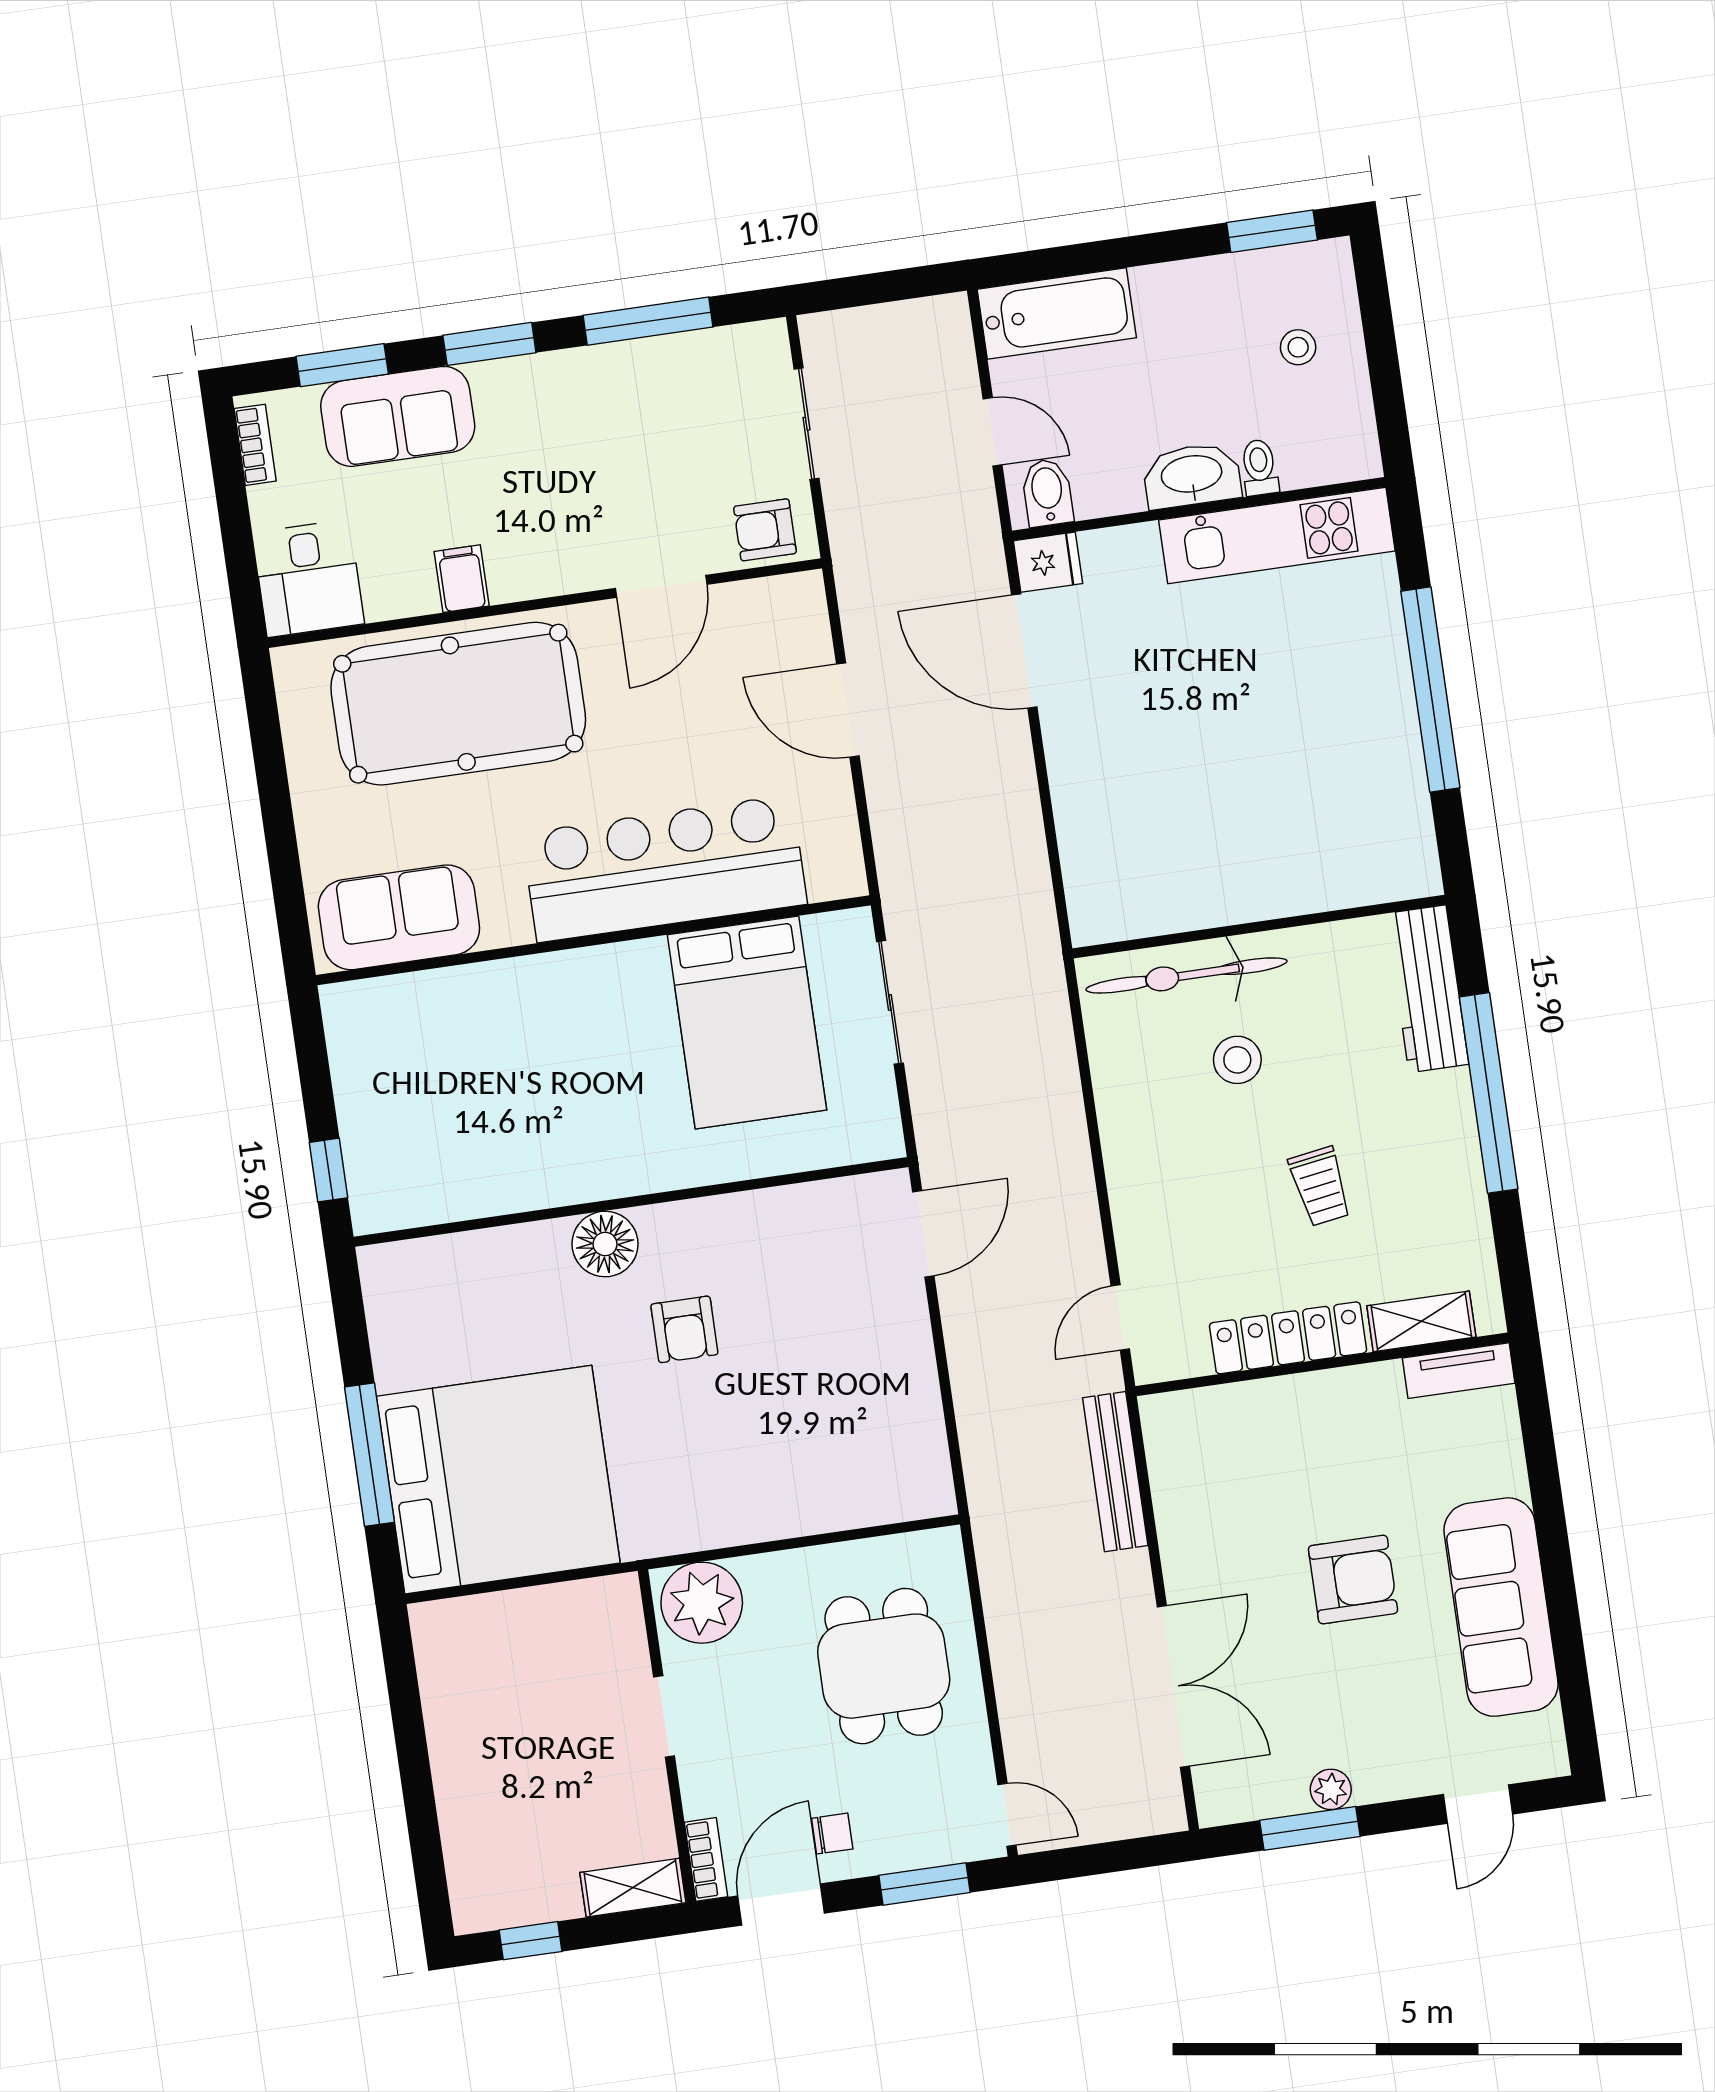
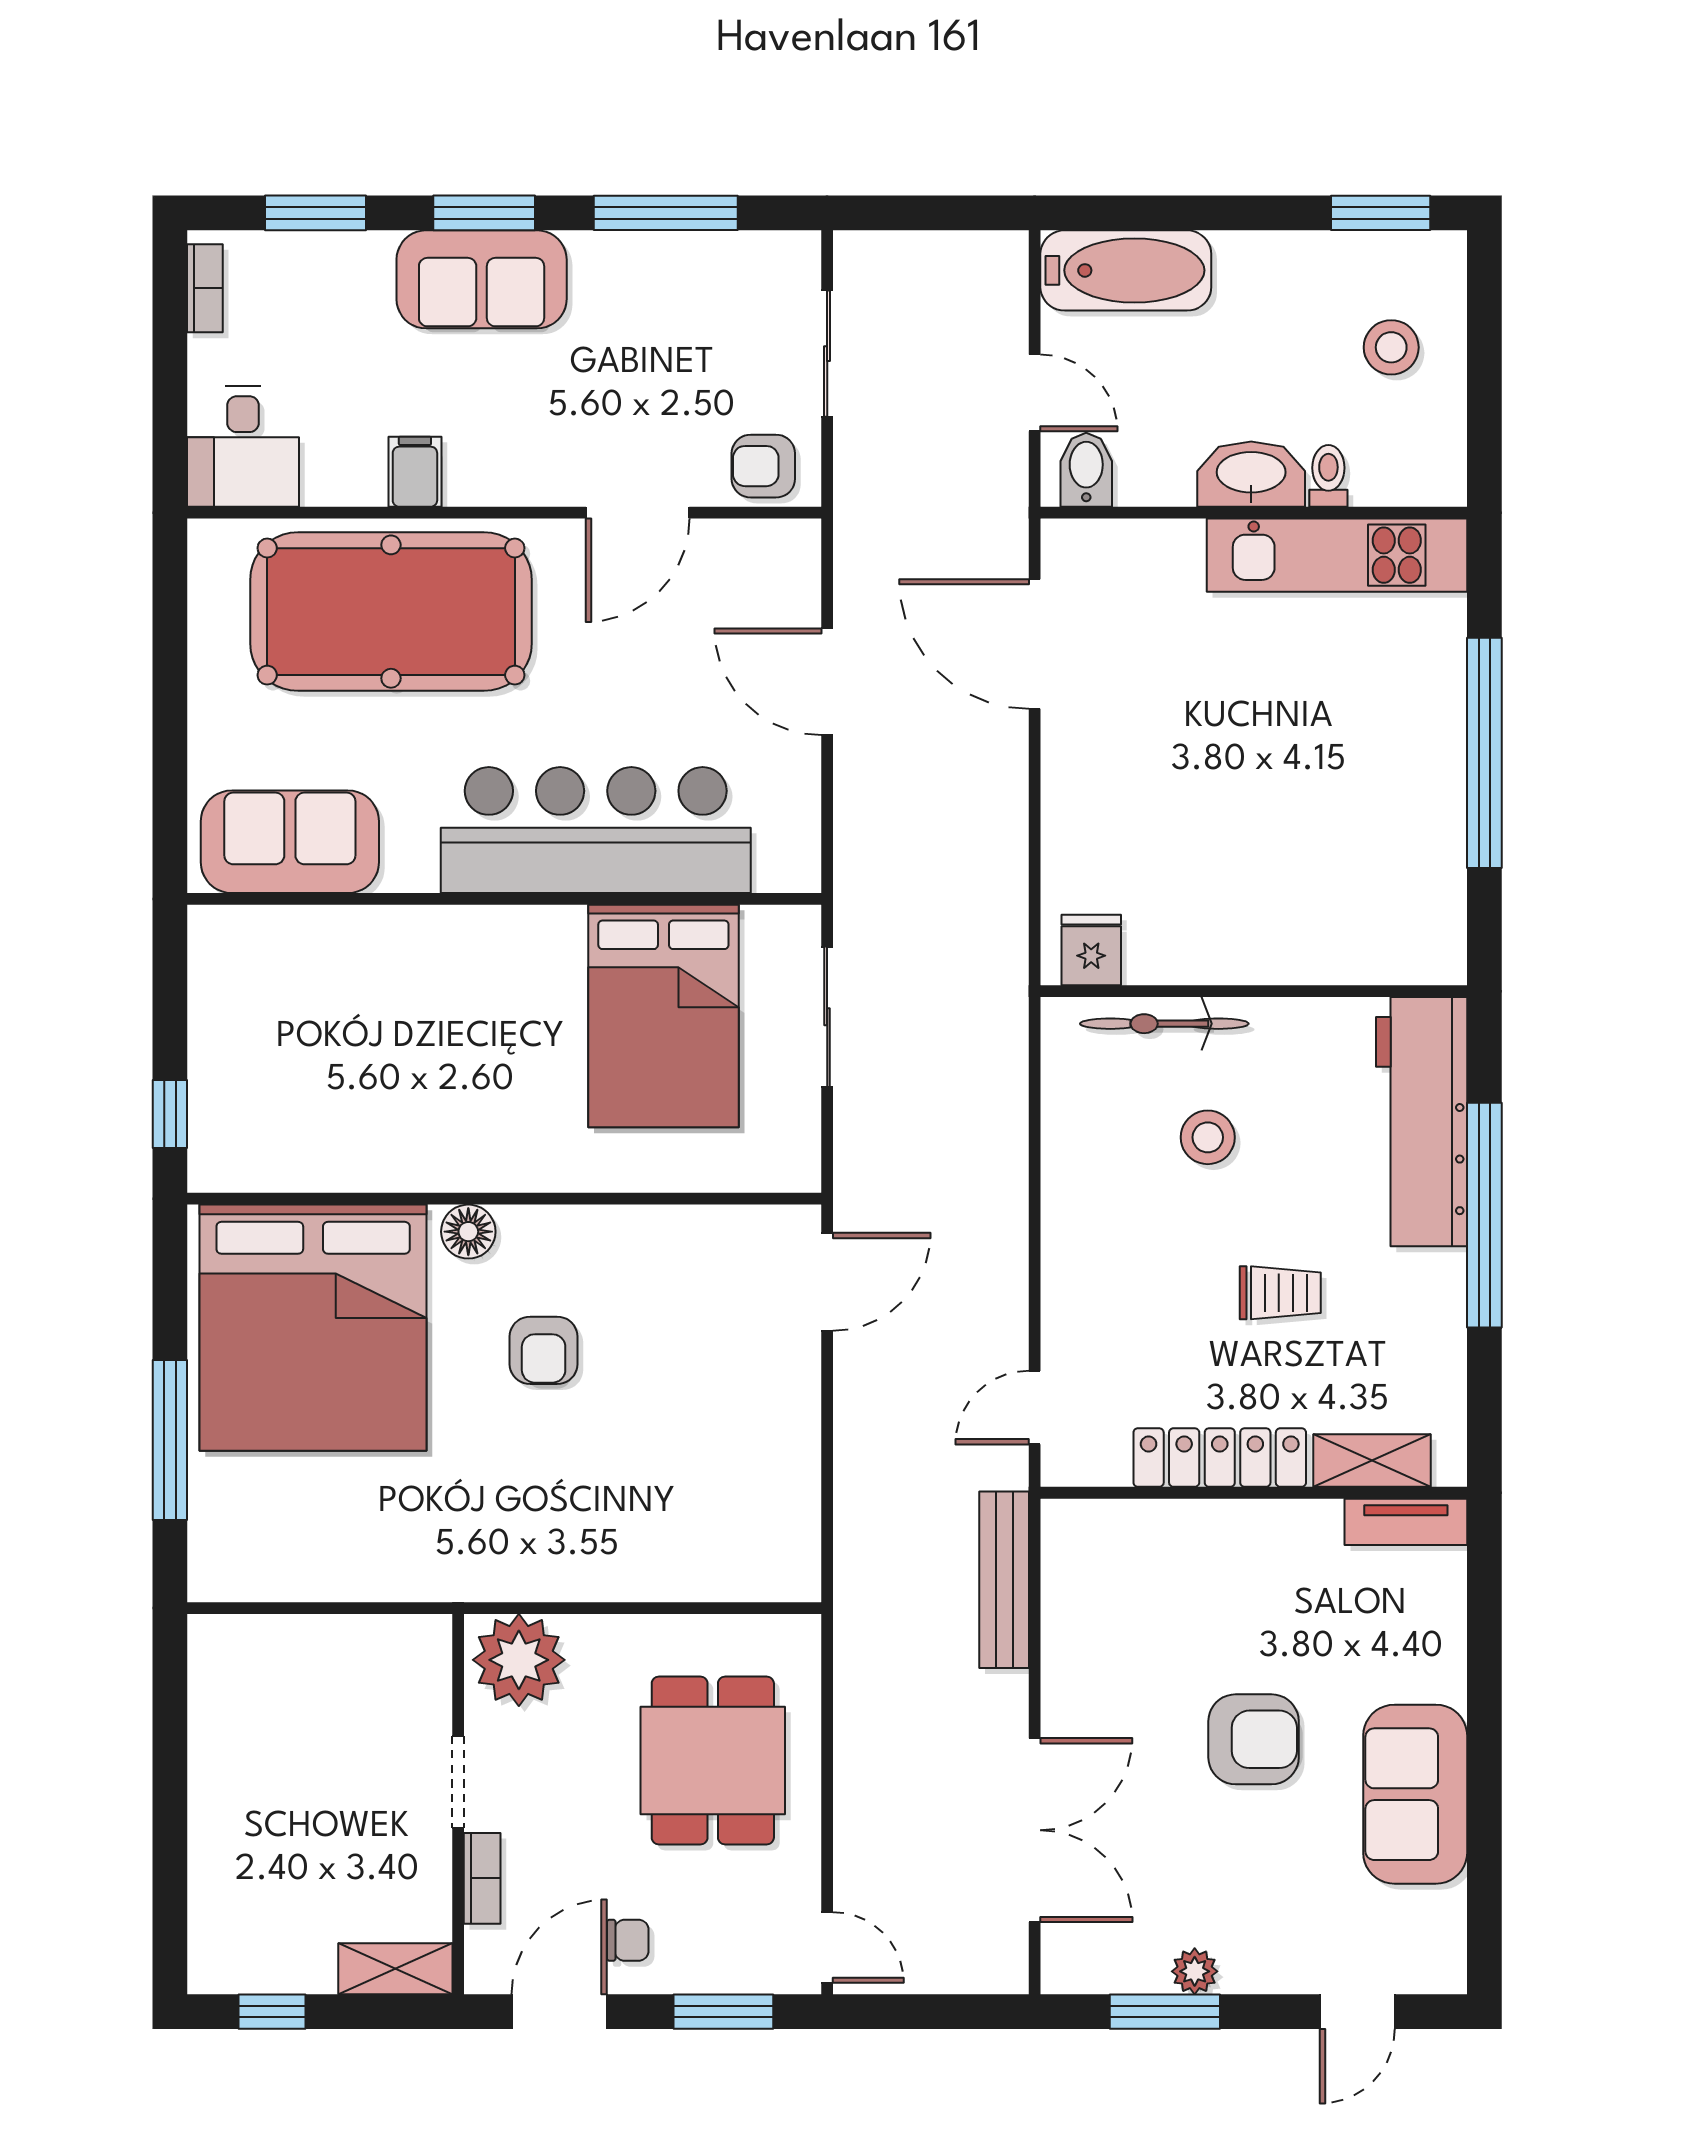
stool: (1298, 347) -> (1391, 347), width x1.37, depth x1.37
sofa: (398, 416) -> (482, 279), moved
fridge: (1048, 562) -> (1091, 950), moved, turned -90
bicycle: (1186, 975) -> (1164, 1024), width x0.73, depth x0.71
workbench: (1427, 989) -> (1422, 1122), width x1.36, depth x1.32
trolley: (1320, 1186) -> (1280, 1293), turned -81
floor lamp: (605, 1244) -> (468, 1232), width x0.73, depth x0.73
bed: (498, 1480) -> (313, 1328), moved, turned 90
sofa: (1501, 1607) -> (1415, 1794), width x0.73
bookcase: (706, 1859) -> (482, 1878), moved

